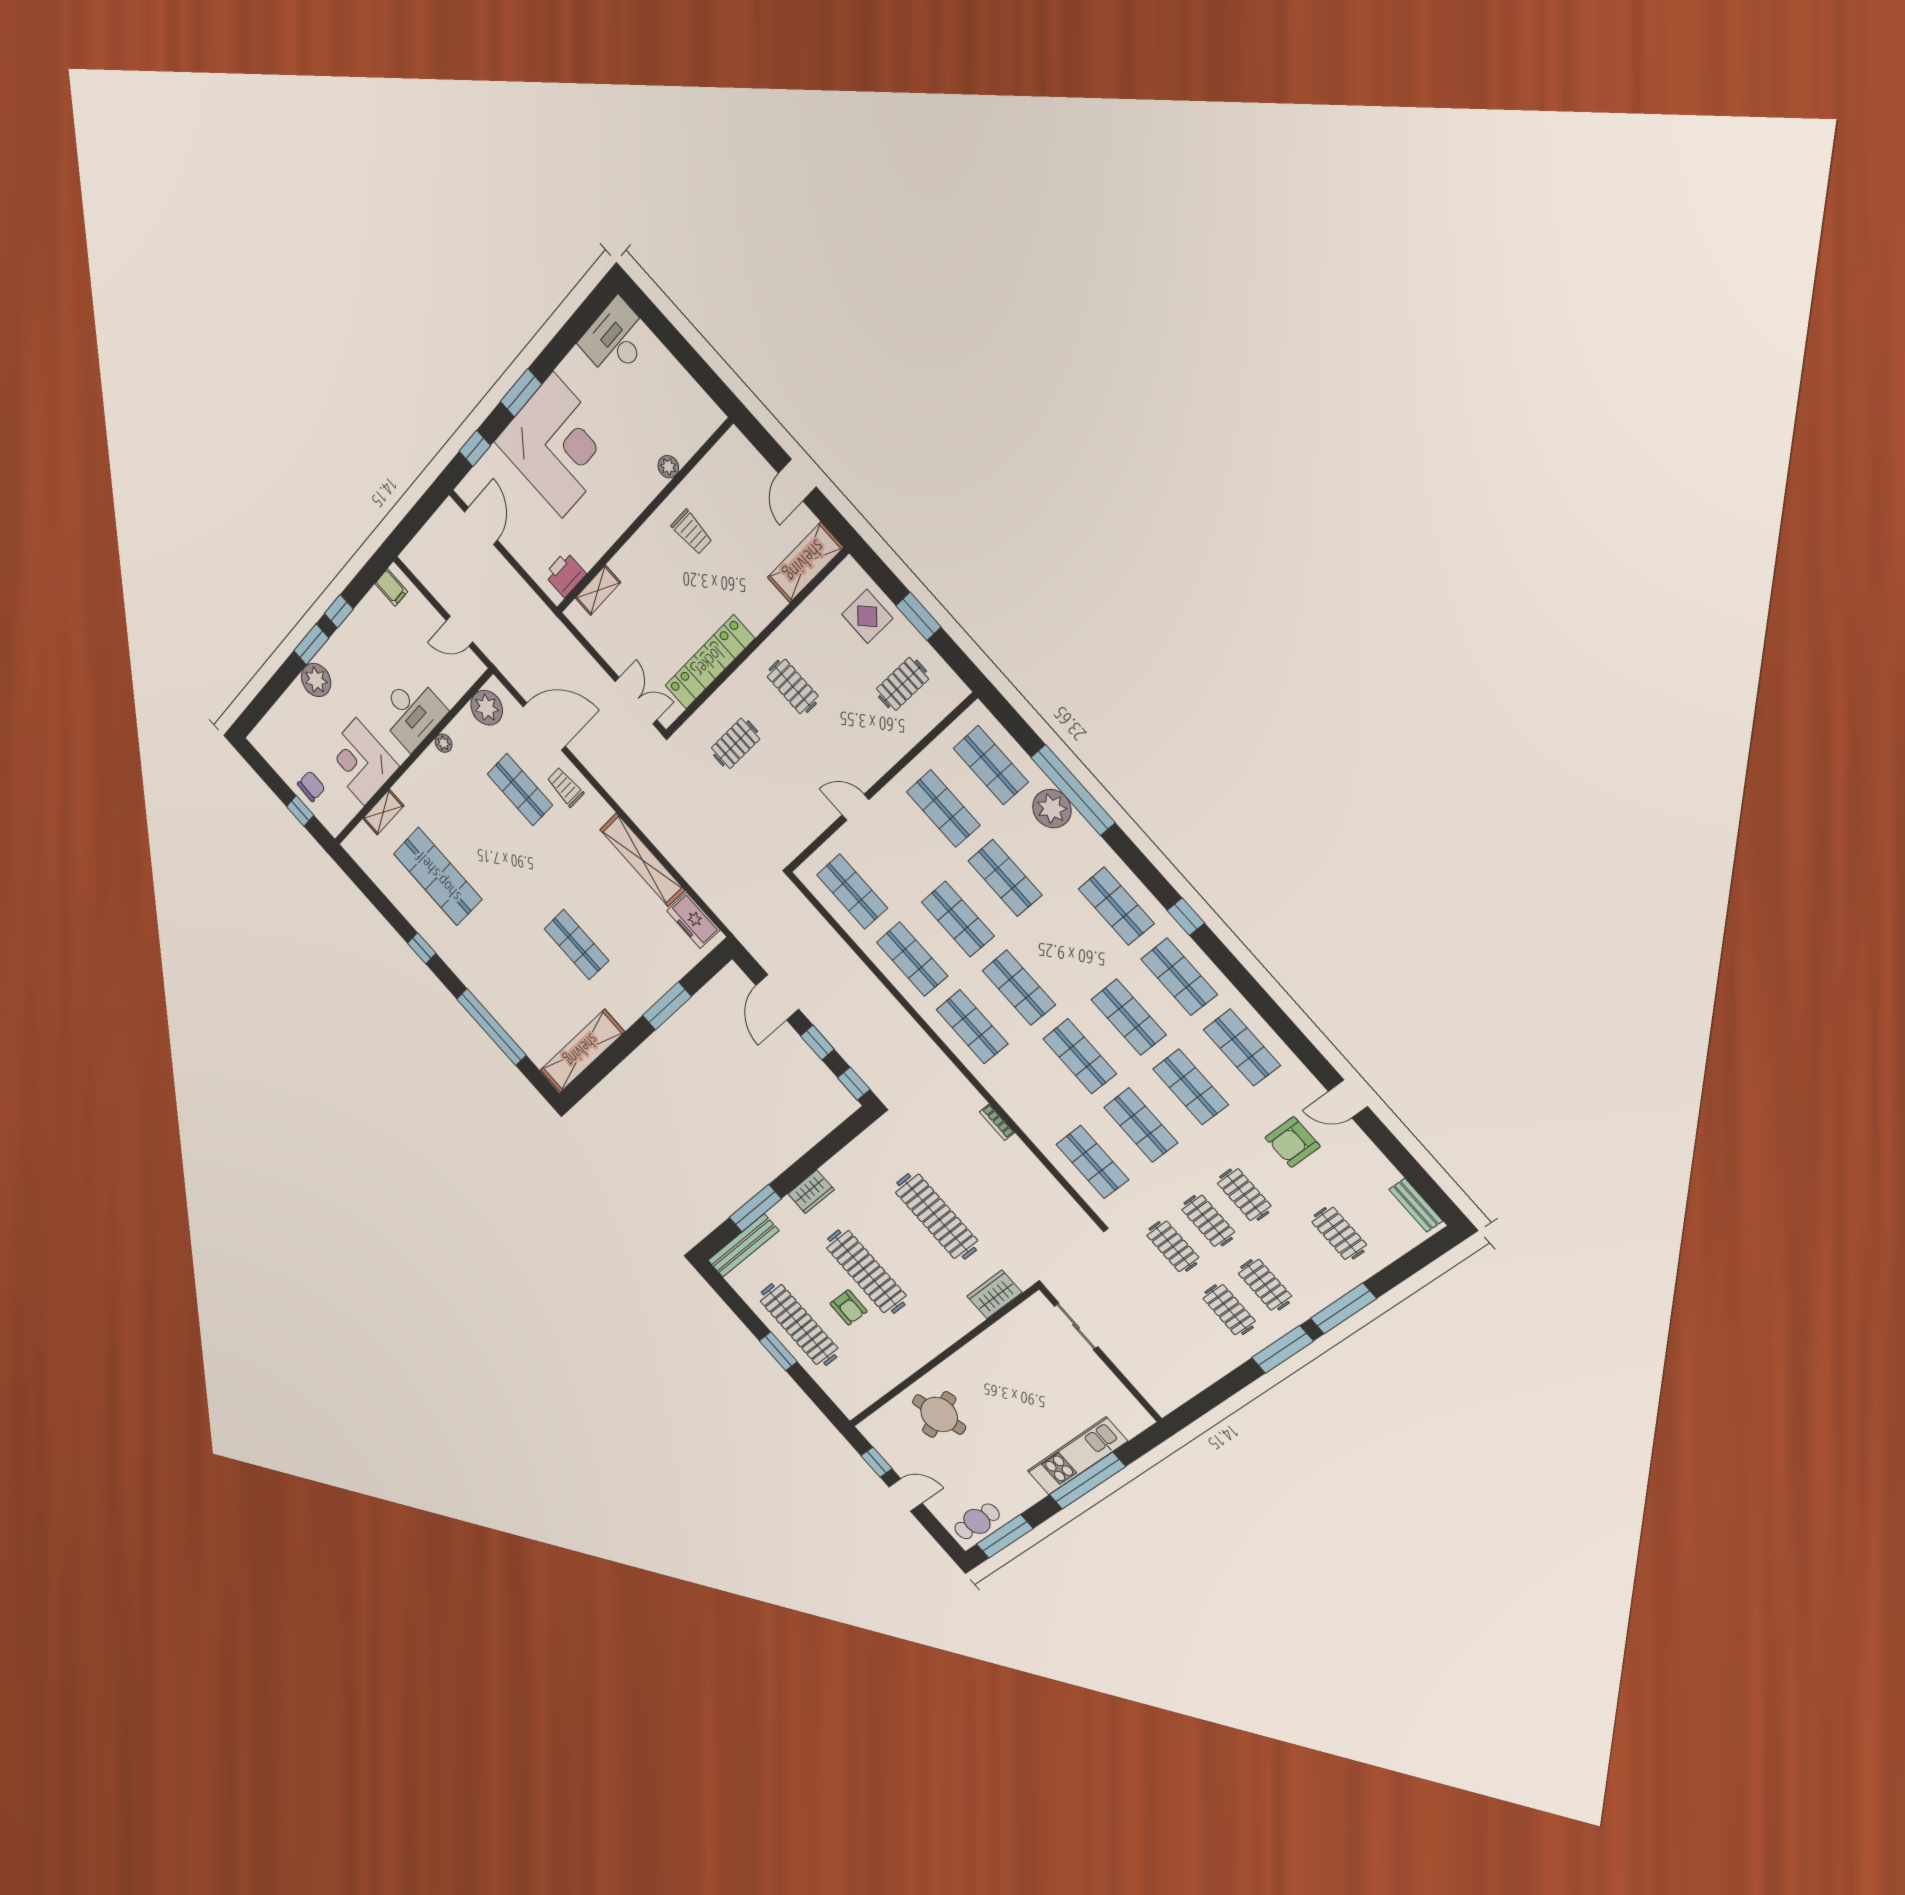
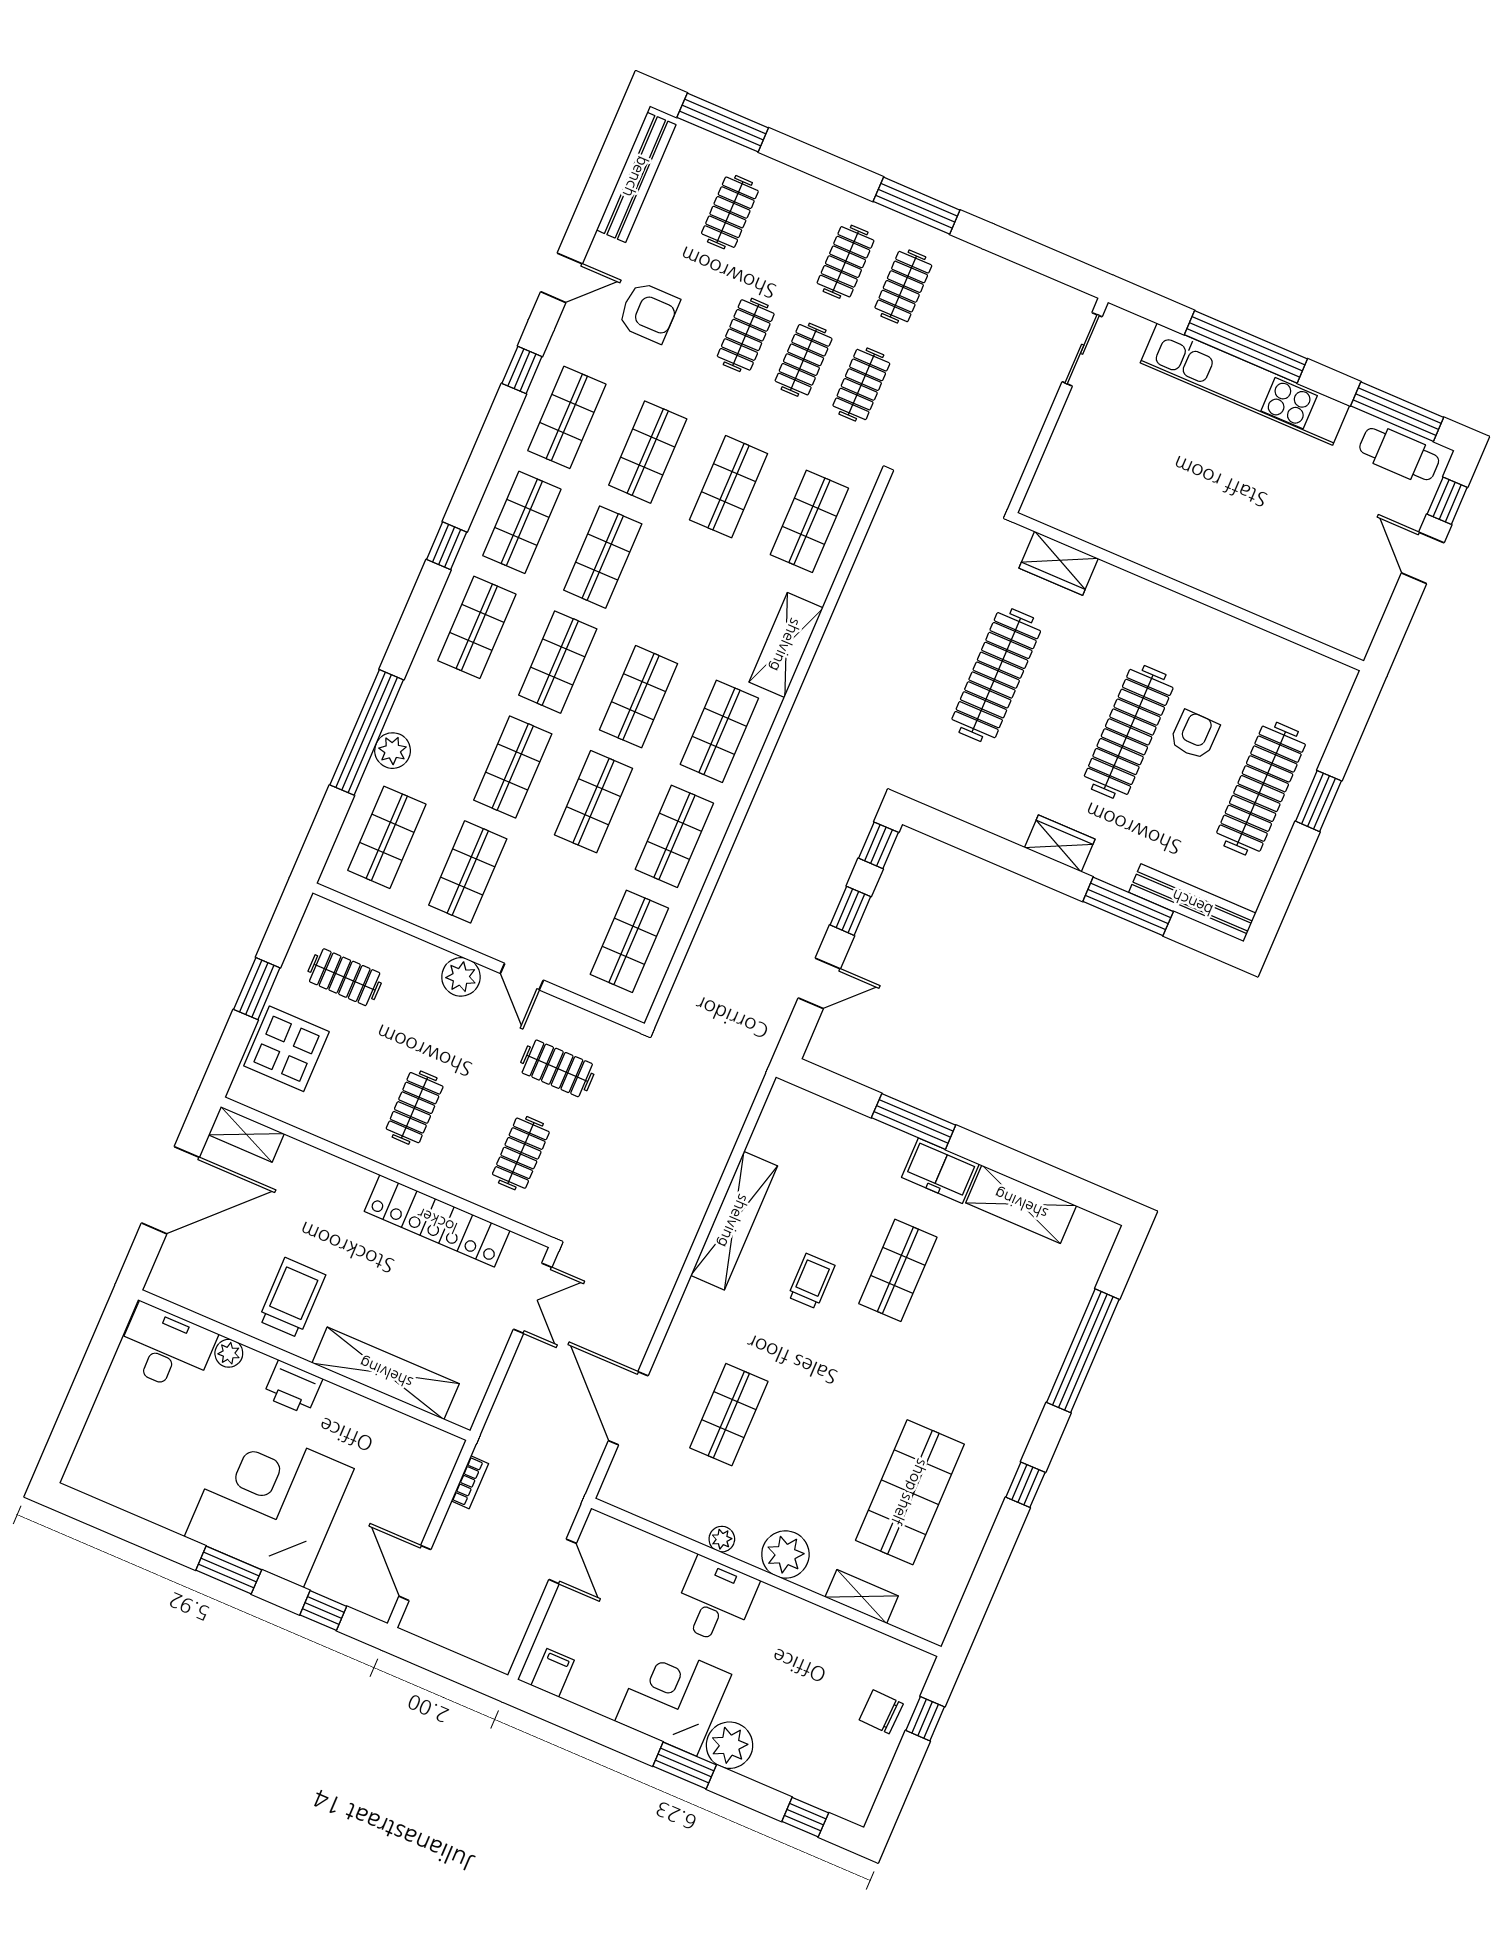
desk: (616, 339) -> (166, 1348), moved, turned 180
door: (797, 480) -> (170, 1190), width x1.87
door: (481, 526) -> (415, 1573), hinge flipped
trolley: (692, 532) -> (292, 1298), width x1.36, depth x1.39
shelving: (805, 562) -> (246, 1134), width x0.67, depth x0.75
printer: (565, 574) -> (293, 1387), moved
shelving: (598, 590) -> (386, 1373), width x2.20, depth x1.33
window: (339, 611) -> (805, 1817), moved
display table: (867, 616) -> (287, 1049), width x1.36, depth x1.36
double door: (636, 701) -> (533, 1298), swing flipped
plant: (487, 708) -> (785, 1555), moved
desk: (412, 712) -> (715, 1601), width x0.73
clothes rail: (735, 743) -> (521, 1153), turned 90
corner desk: (360, 762) -> (673, 1698), moved, turned 180
plant: (871, 766) -> (461, 977), added
trolley: (565, 787) -> (811, 1281), moved, turned 180
clothes rail: (784, 798) -> (557, 1068), added
plant: (1052, 809) -> (393, 751), width x0.73, depth x0.73
freezer: (693, 920) -> (940, 1171), moved, turned 90
door: (777, 997) -> (819, 983), width x0.73
window: (1292, 1036) -> (522, 370), added
shelving: (582, 1051) -> (1021, 1204), width x0.68
shop shelf: (1080, 1056) -> (558, 662), moved
door: (1348, 1099) -> (561, 278), hinge flipped
shelving: (1013, 1101) -> (786, 645), added
bookcase: (997, 1122) -> (470, 1482), moved
bench: (1416, 1205) -> (636, 177), width x1.86, depth x1.21
window: (1343, 1308) -> (723, 123), moved
sliding door: (1076, 1326) -> (1082, 349), moved
round table: (939, 1415) -> (1274, 563), removed
kitchen unit: (1077, 1456) -> (1245, 384), width x1.36
window: (876, 1462) -> (1447, 501), moved

